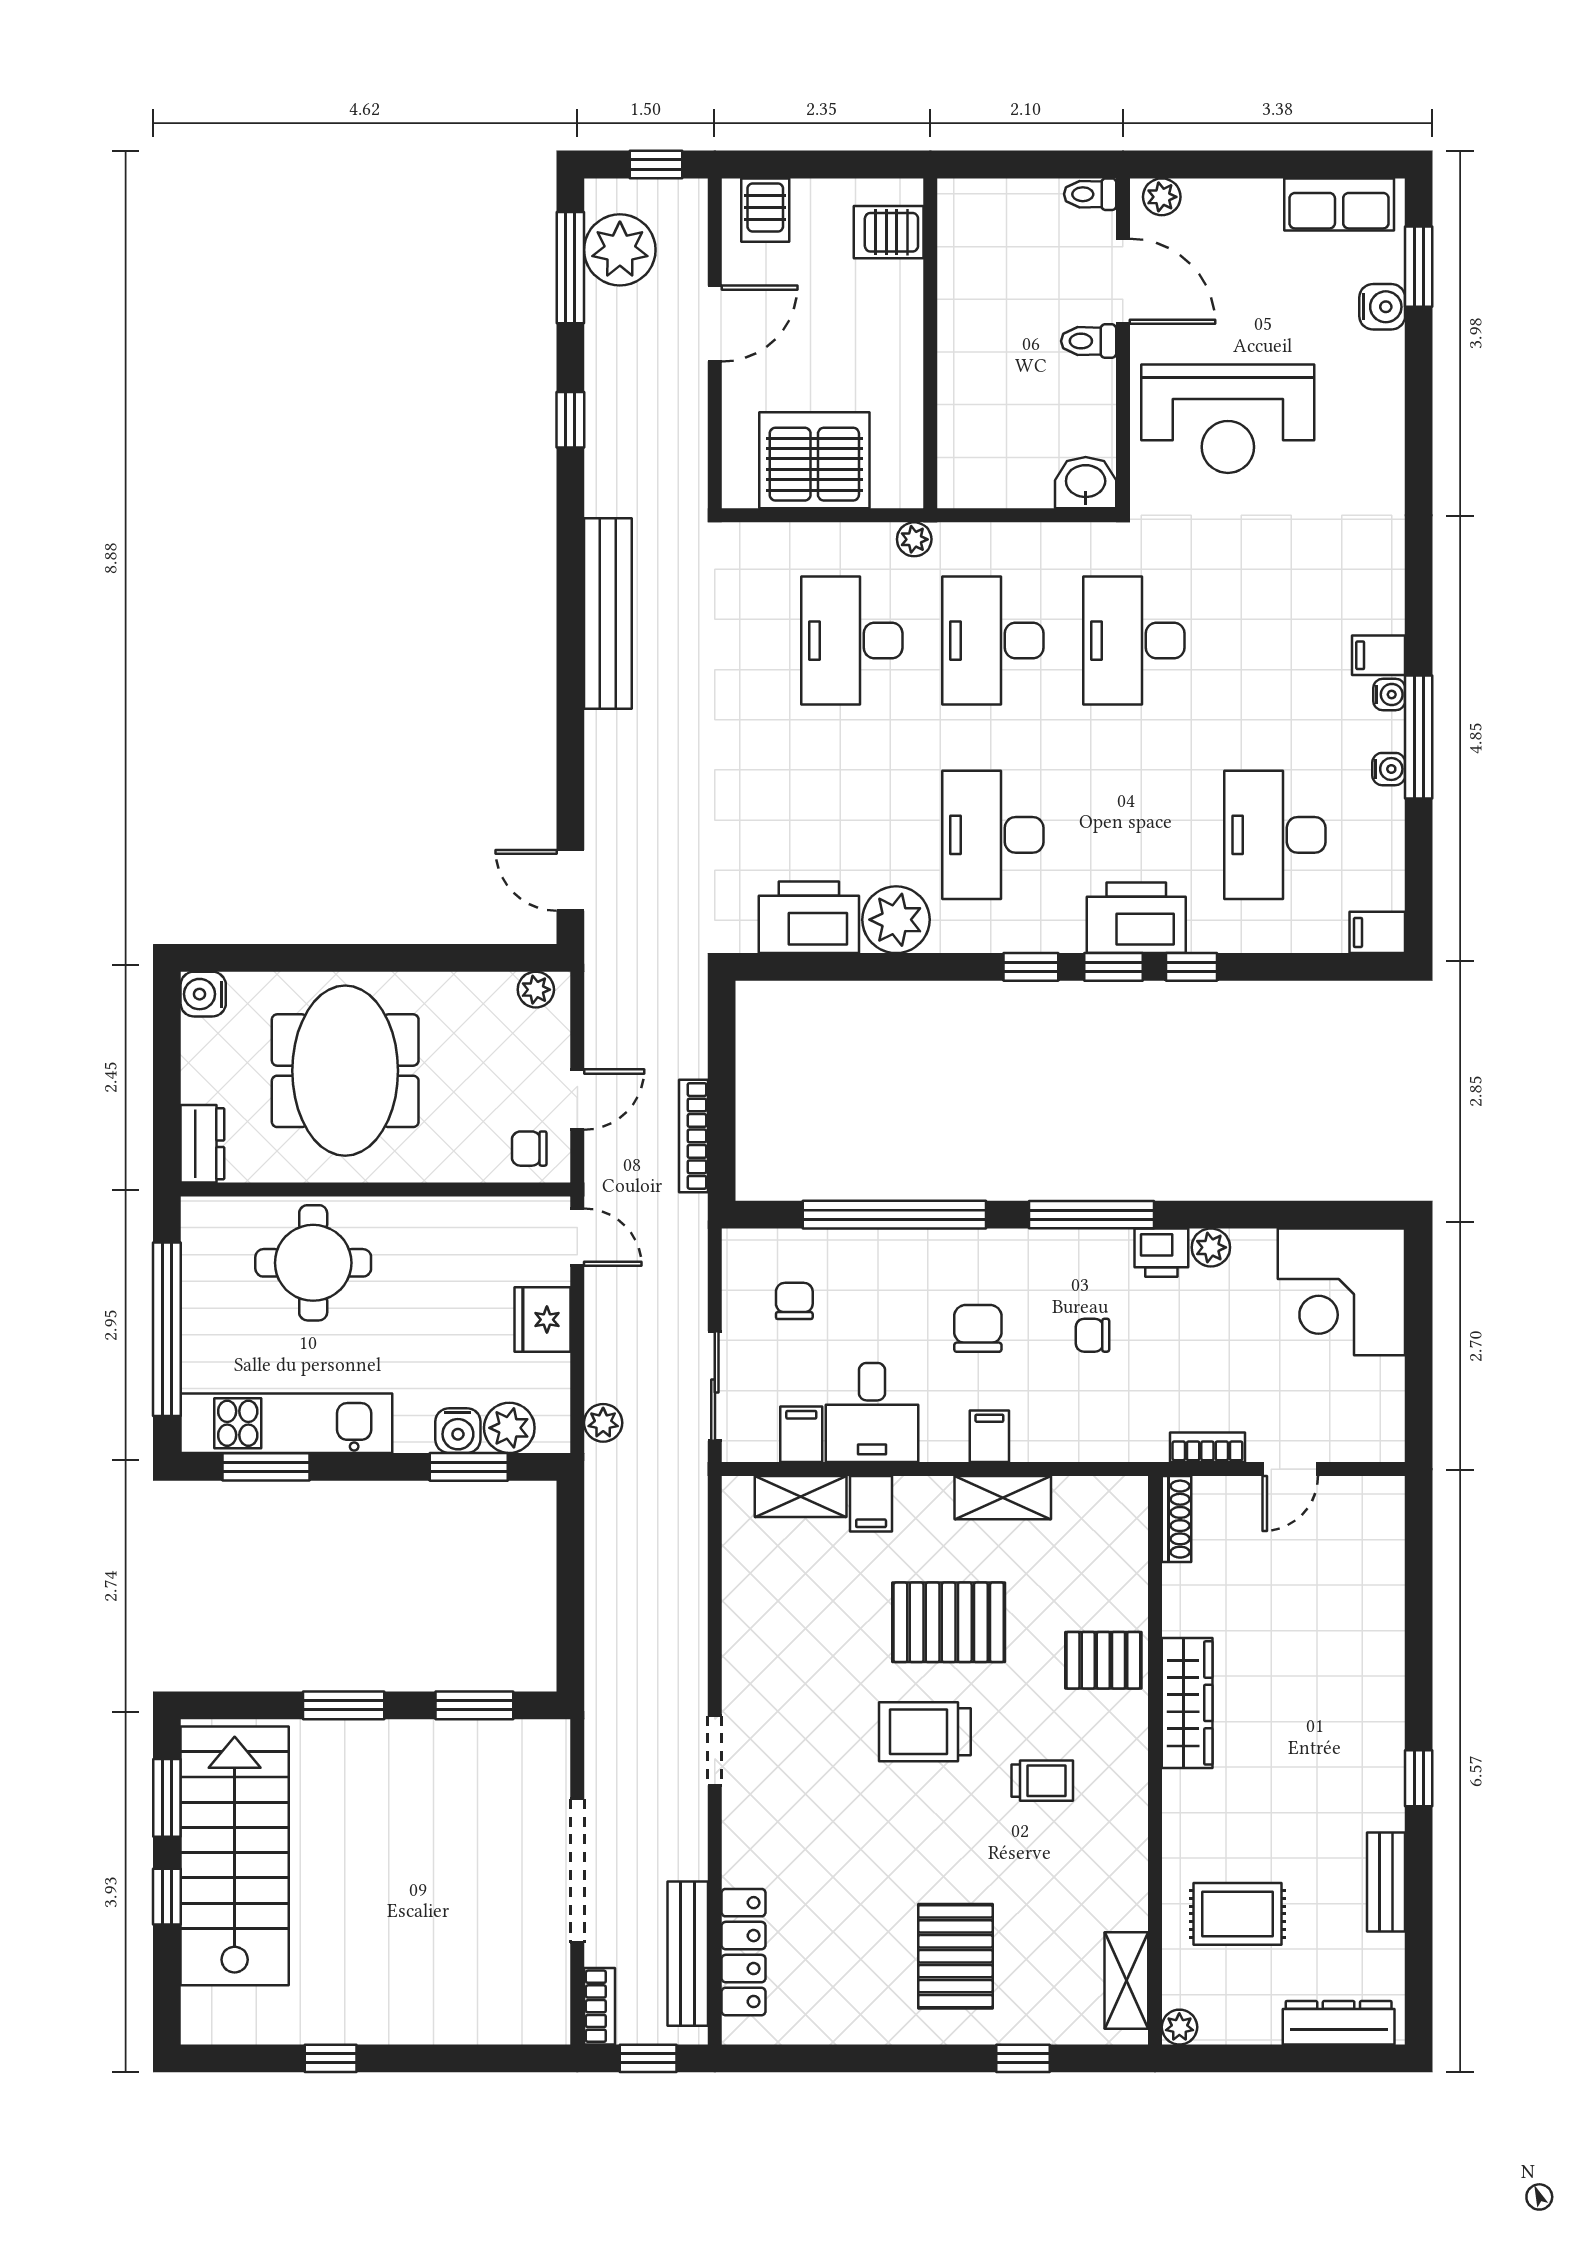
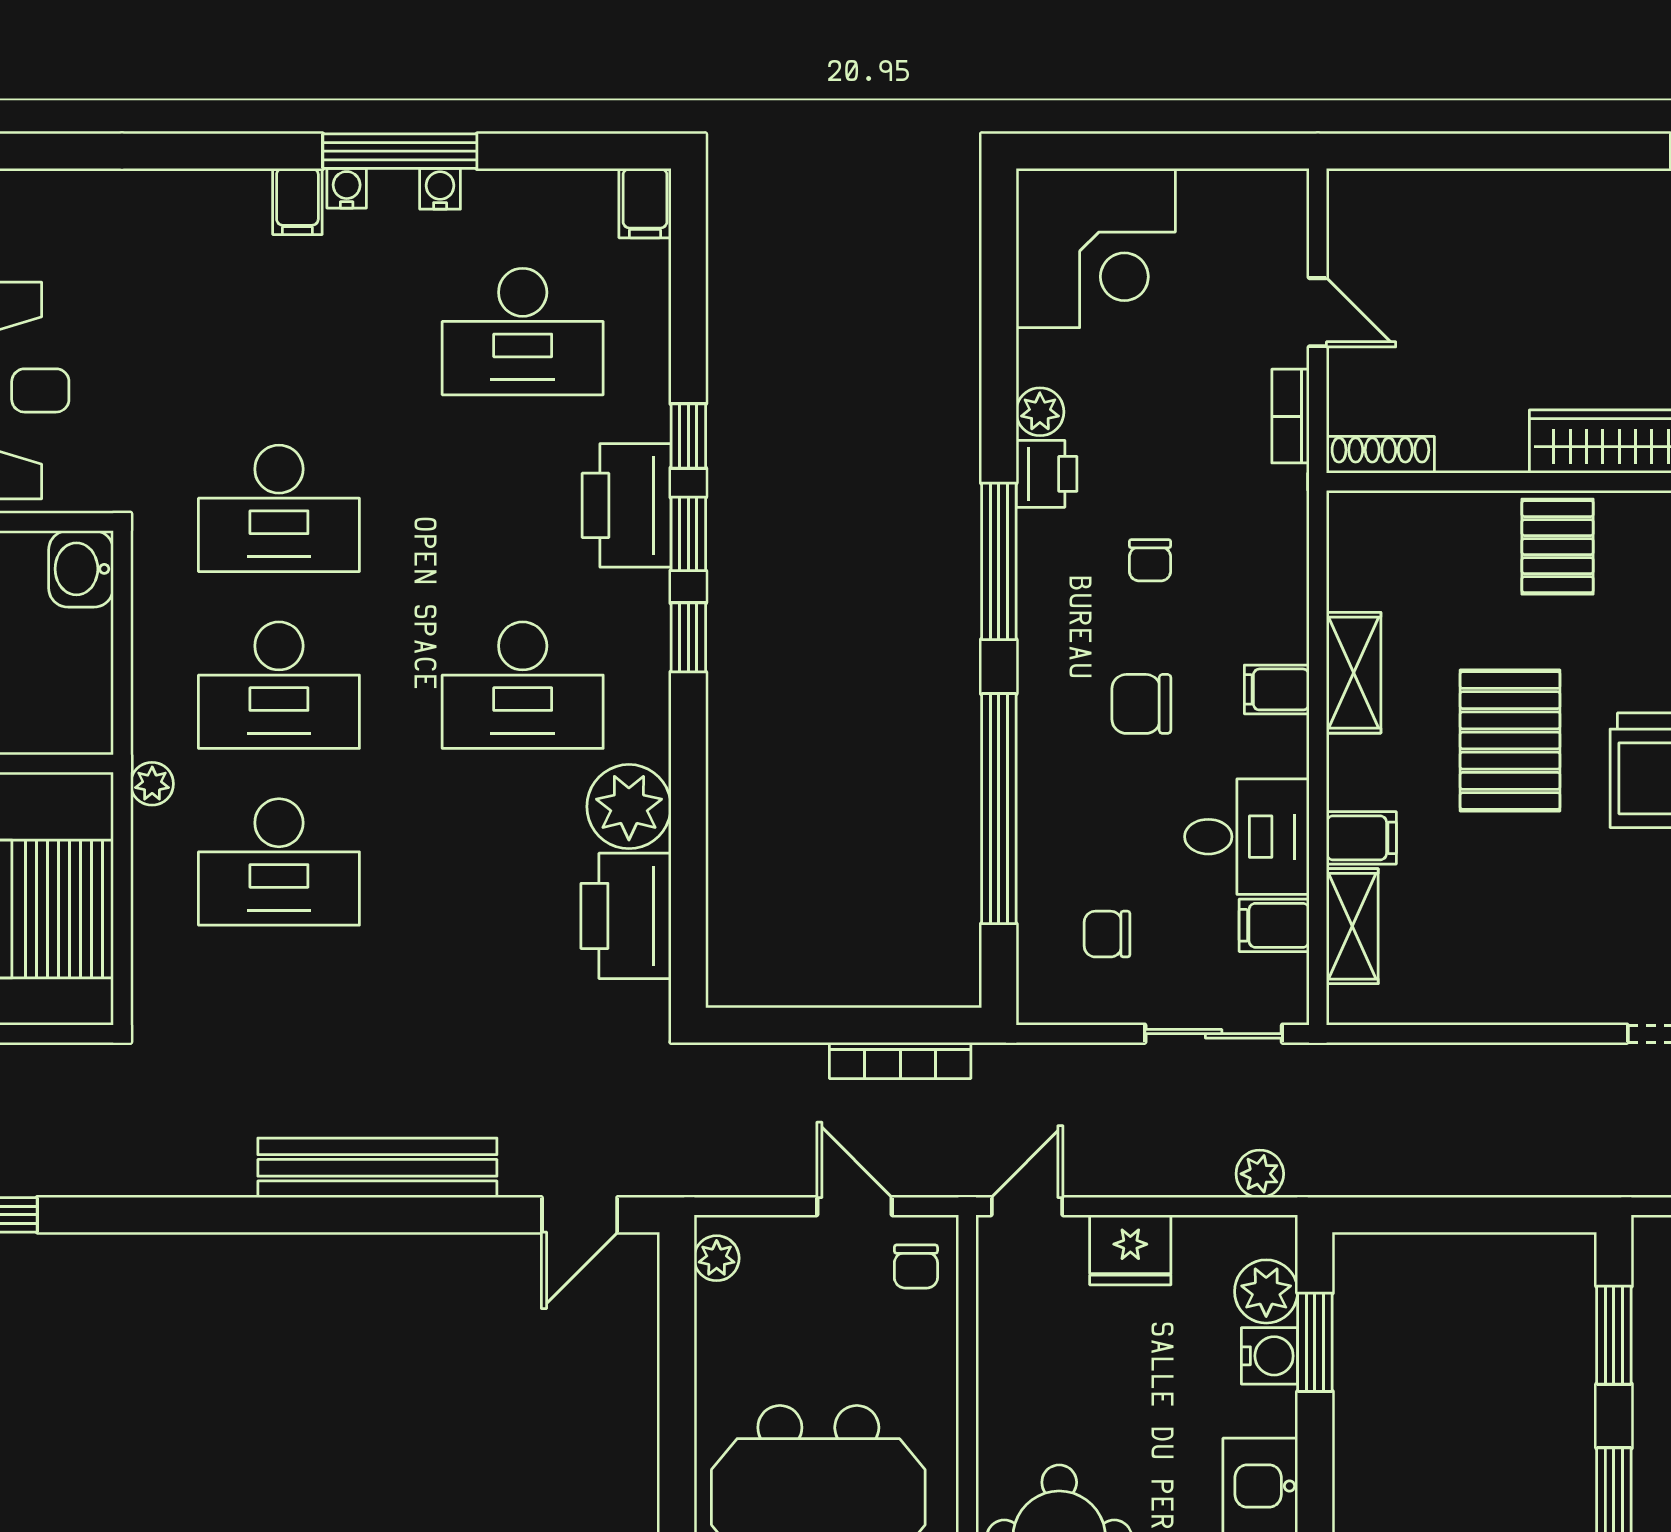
bench: (608, 614) -> (377, 1168), moved

